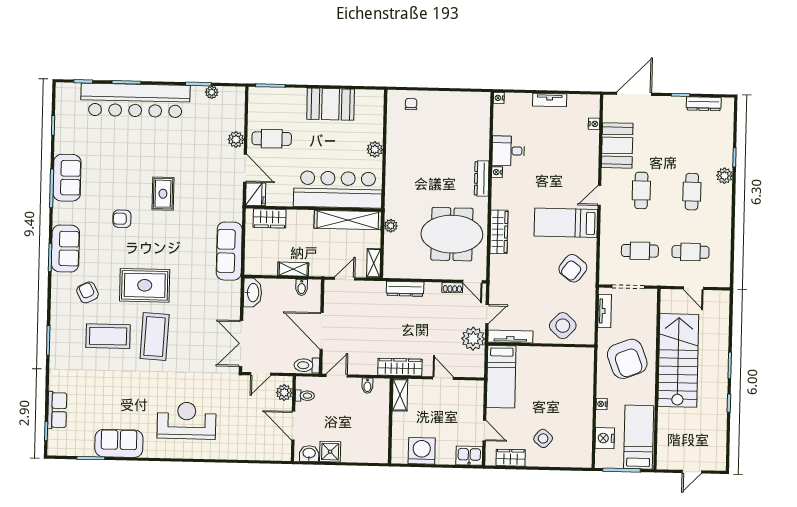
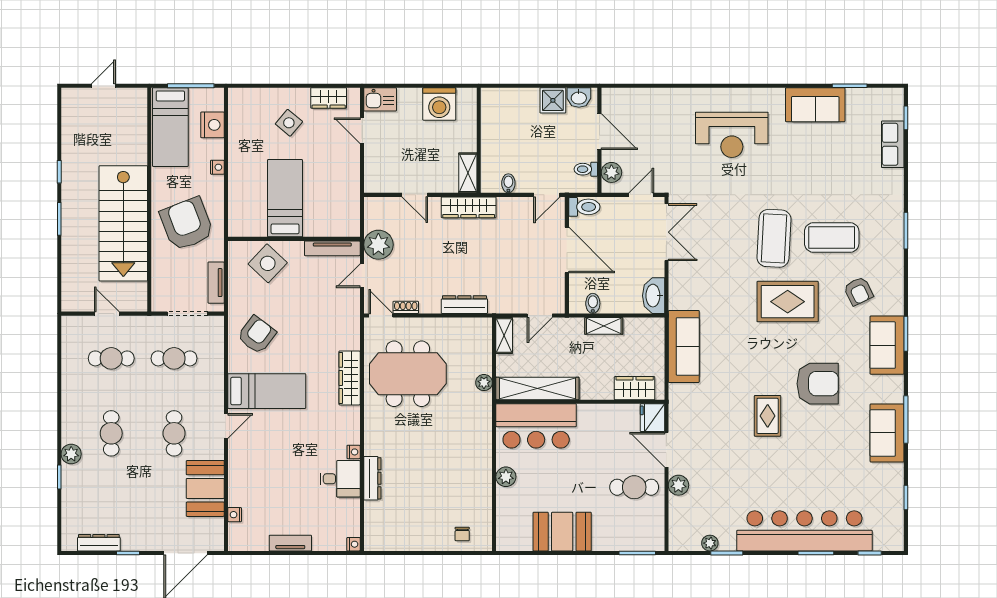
dresser: (482, 178) -> (372, 478), moved
bar counter: (338, 190) -> (536, 426), width x0.73
armchair: (122, 219) -> (818, 384), width x1.88, depth x1.88
bed: (501, 377) -> (285, 198), moved

